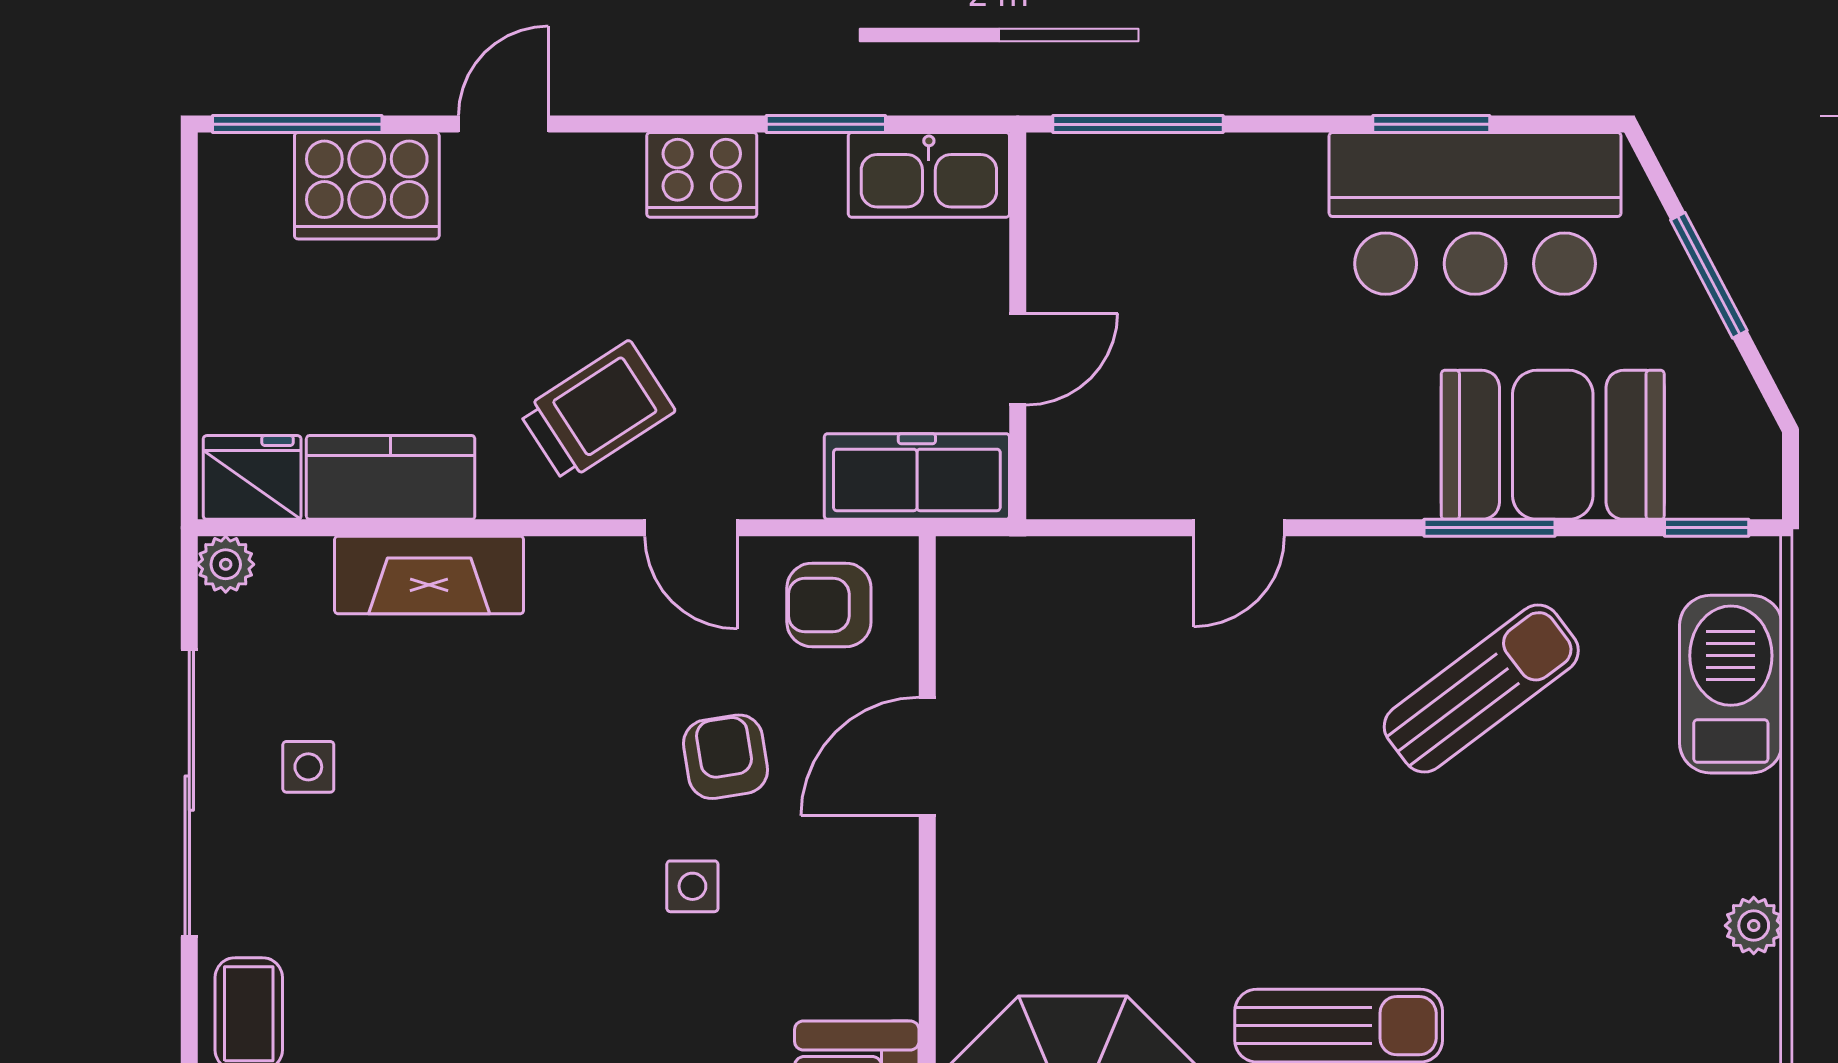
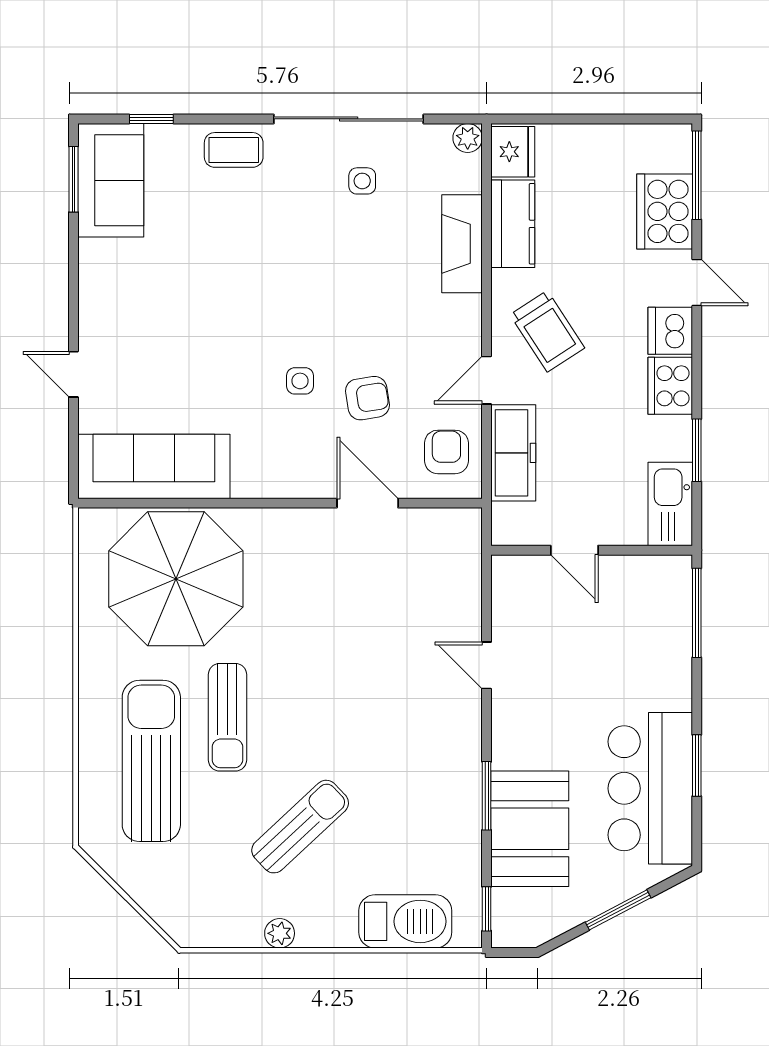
dishwasher: (596, 175) -> (670, 331), added
freezer: (917, 477) -> (513, 453), moved
sun lounger: (1481, 689) -> (300, 827), moved, turned -96

